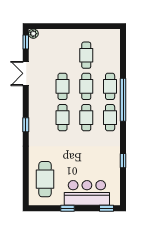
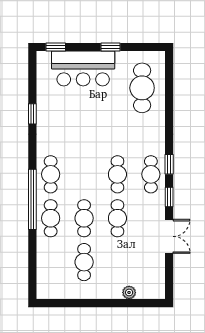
plant: (33, 34) -> (129, 292), moved
window: (26, 42) -> (169, 197), moved
cafe table: (86, 118) -> (151, 174), moved

